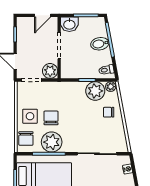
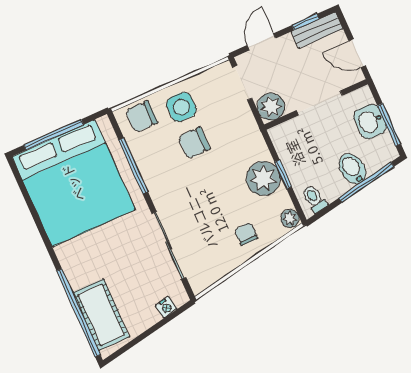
washbasin: (69, 24) -> (370, 121), moved
bench: (22, 30) -> (317, 30), added
plant: (95, 91) -> (263, 178), moved
chair: (51, 118) -> (194, 143), turned 180
plant: (52, 142) -> (155, 162), removed

